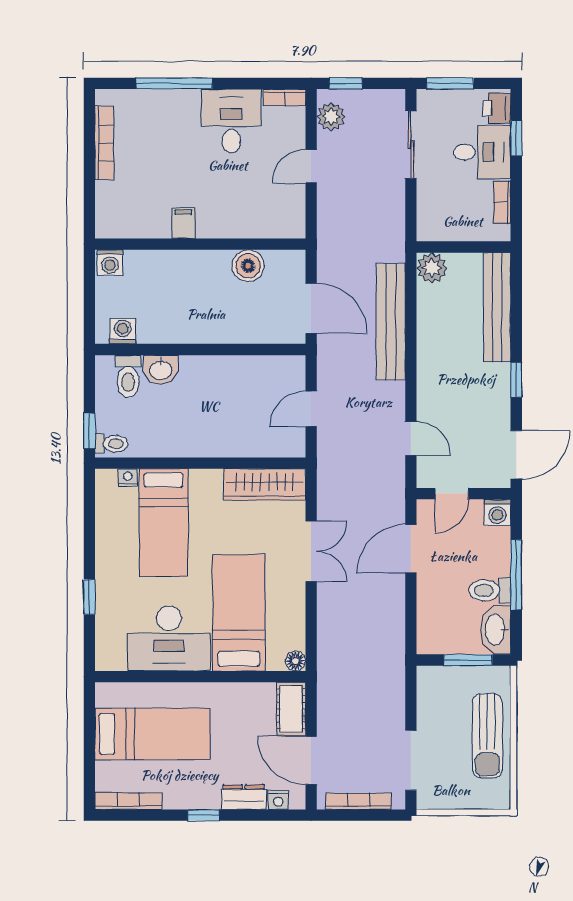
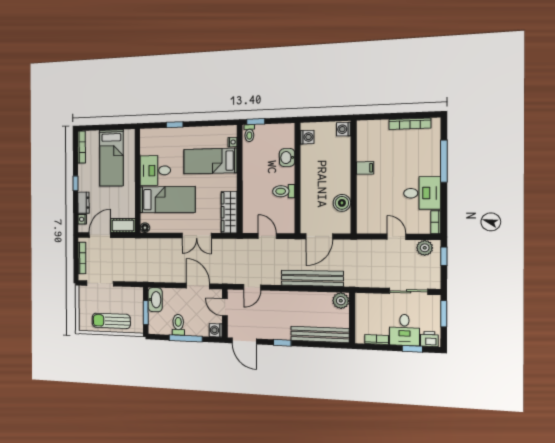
toilet: (128, 376) -> (284, 191), moved
washbasin: (496, 630) -> (155, 300), moved, turned 90
desk: (169, 638) -> (155, 171), width x0.73

